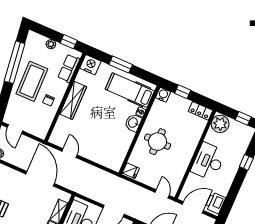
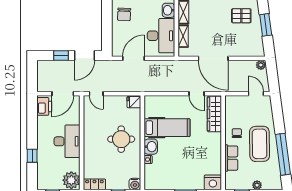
row of seats: (69, 68) -> (231, 158), moved
hospital bed: (130, 90) -> (167, 128), moved
wardrobe: (73, 100) -> (214, 114), moved

